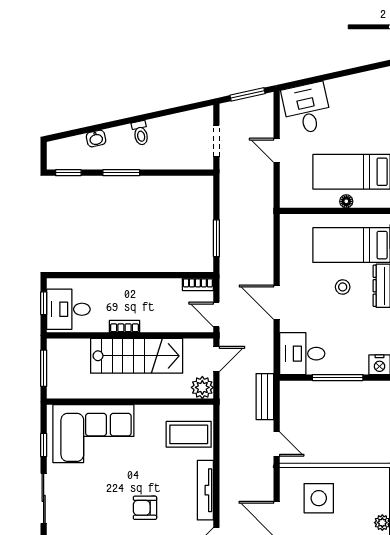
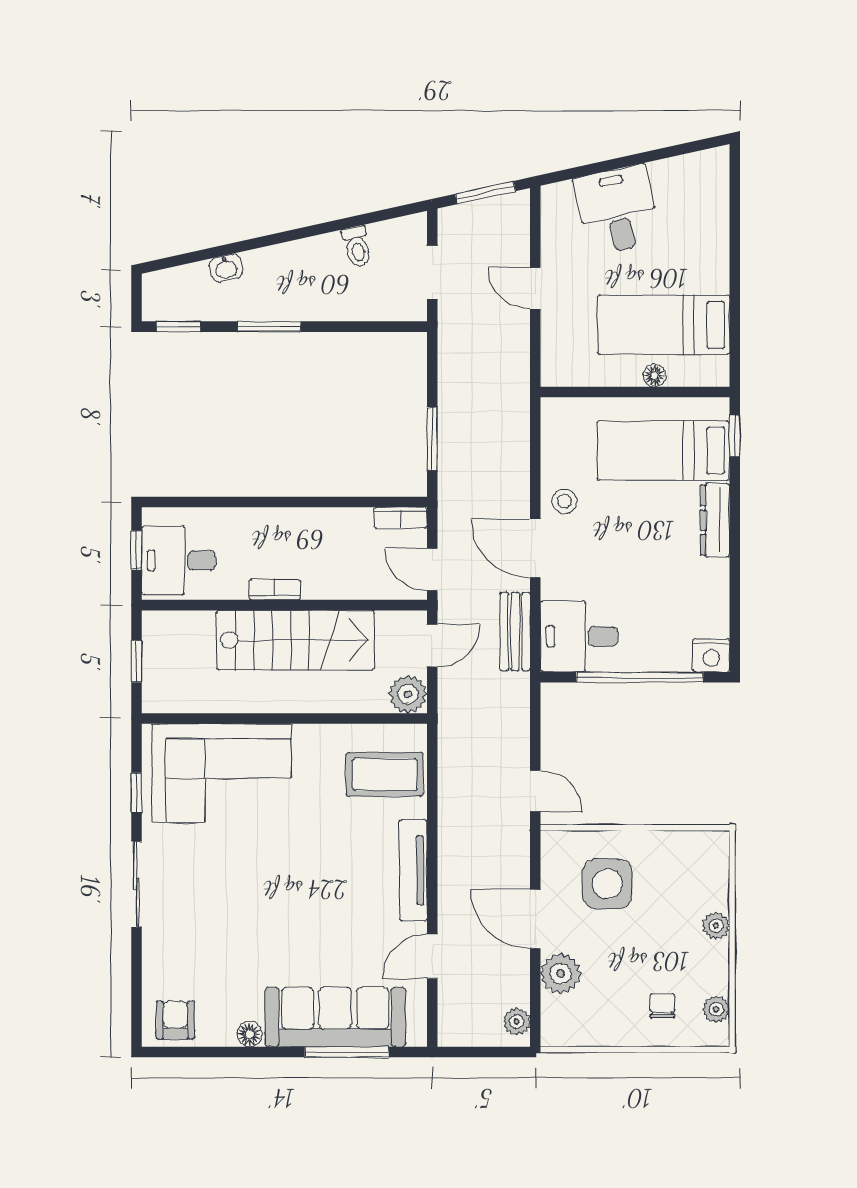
desk: (307, 109) -> (617, 210), moved
toilet: (140, 133) -> (357, 247), moved
stool: (343, 287) -> (564, 501), moved
window: (44, 368) -> (136, 661), width x0.67
window: (338, 378) -> (640, 677), width x1.46
bench: (265, 397) -> (515, 632), moved
armchair: (145, 508) -> (310, 900), removed

